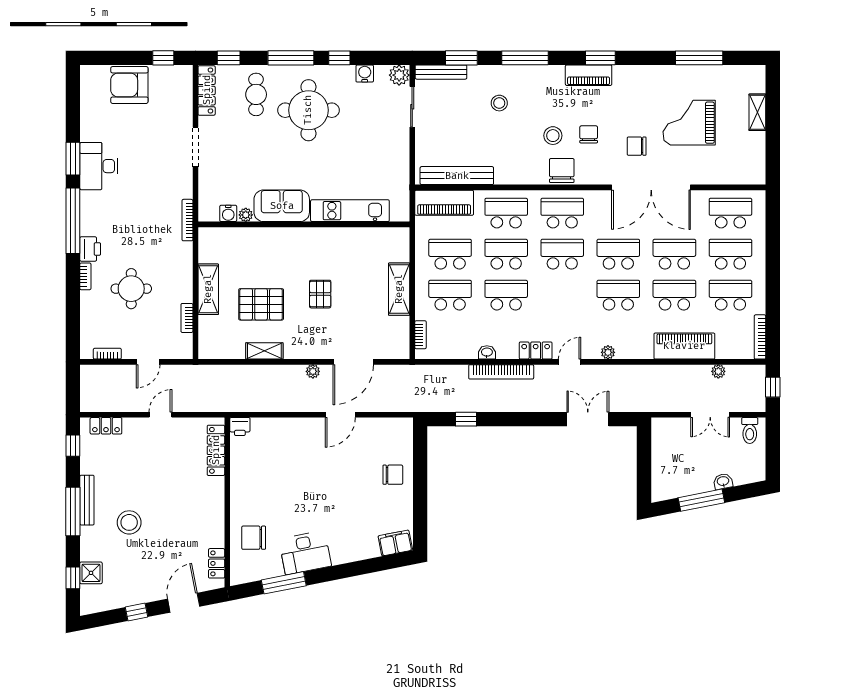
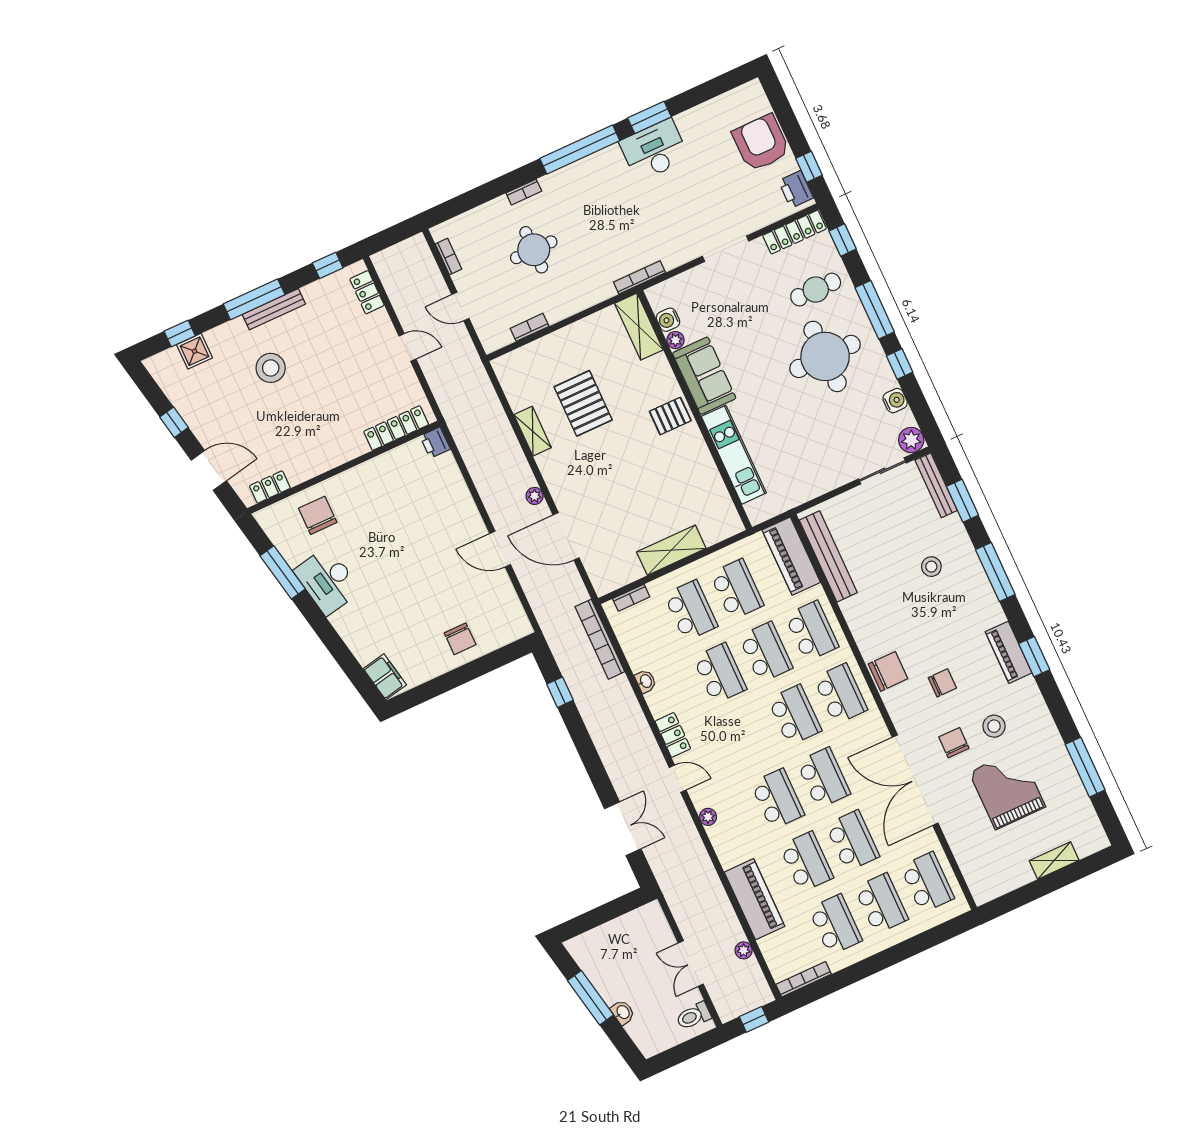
stool: (553, 136) -> (994, 726), moved
printer: (90, 249) -> (796, 189), moved, turned 90
shelving: (208, 289) -> (639, 327), moved, turned 90
pallet: (320, 294) -> (670, 416), moved
bookcase: (501, 372) -> (600, 639), moved

